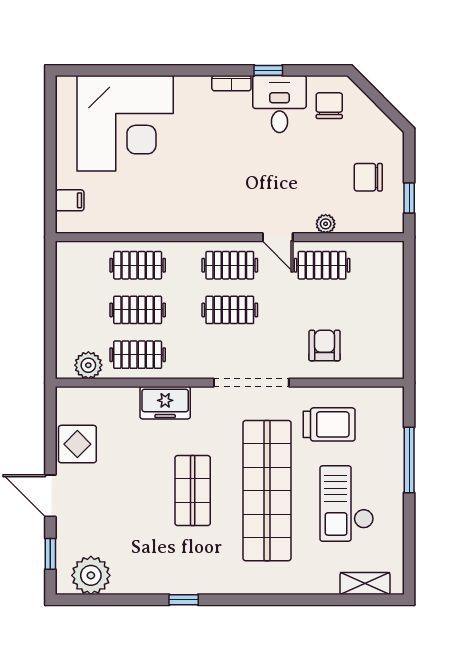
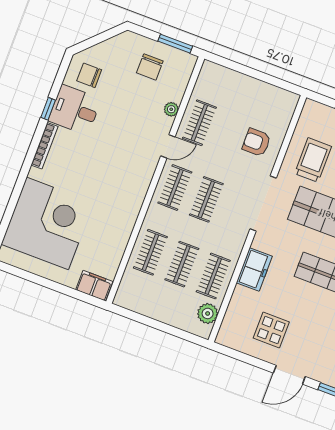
bookcase: (231, 83) -> (45, 146), width x1.56
window: (409, 198) -> (175, 44), width x1.50
filing cabinet: (70, 200) -> (94, 286), width x2.00
display table: (77, 444) -> (271, 330), moved

